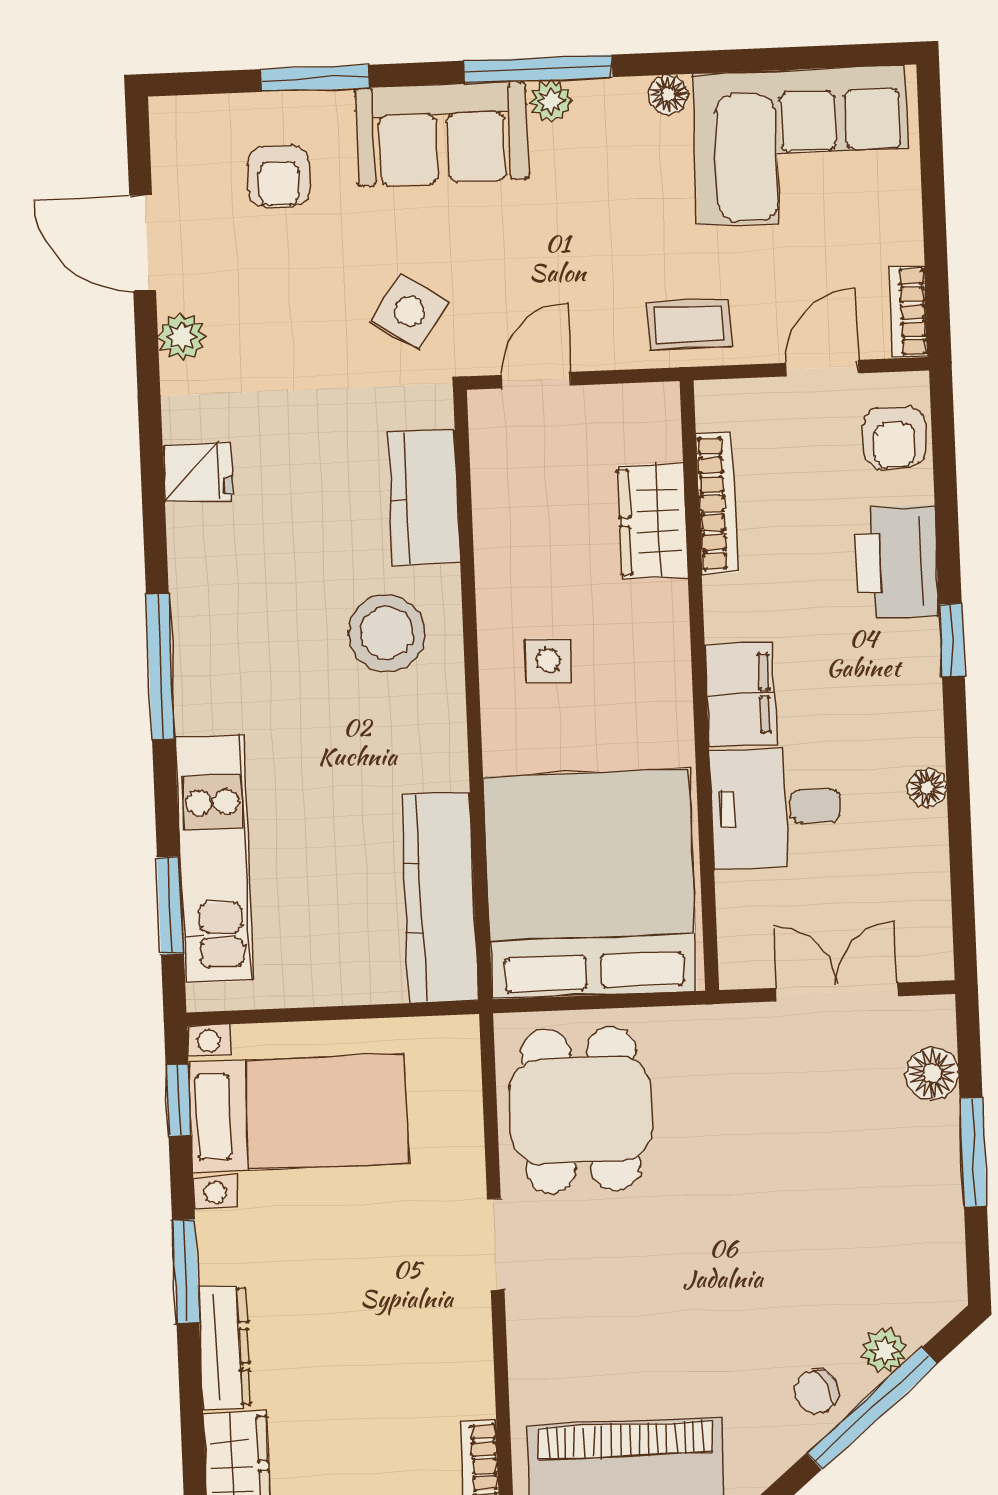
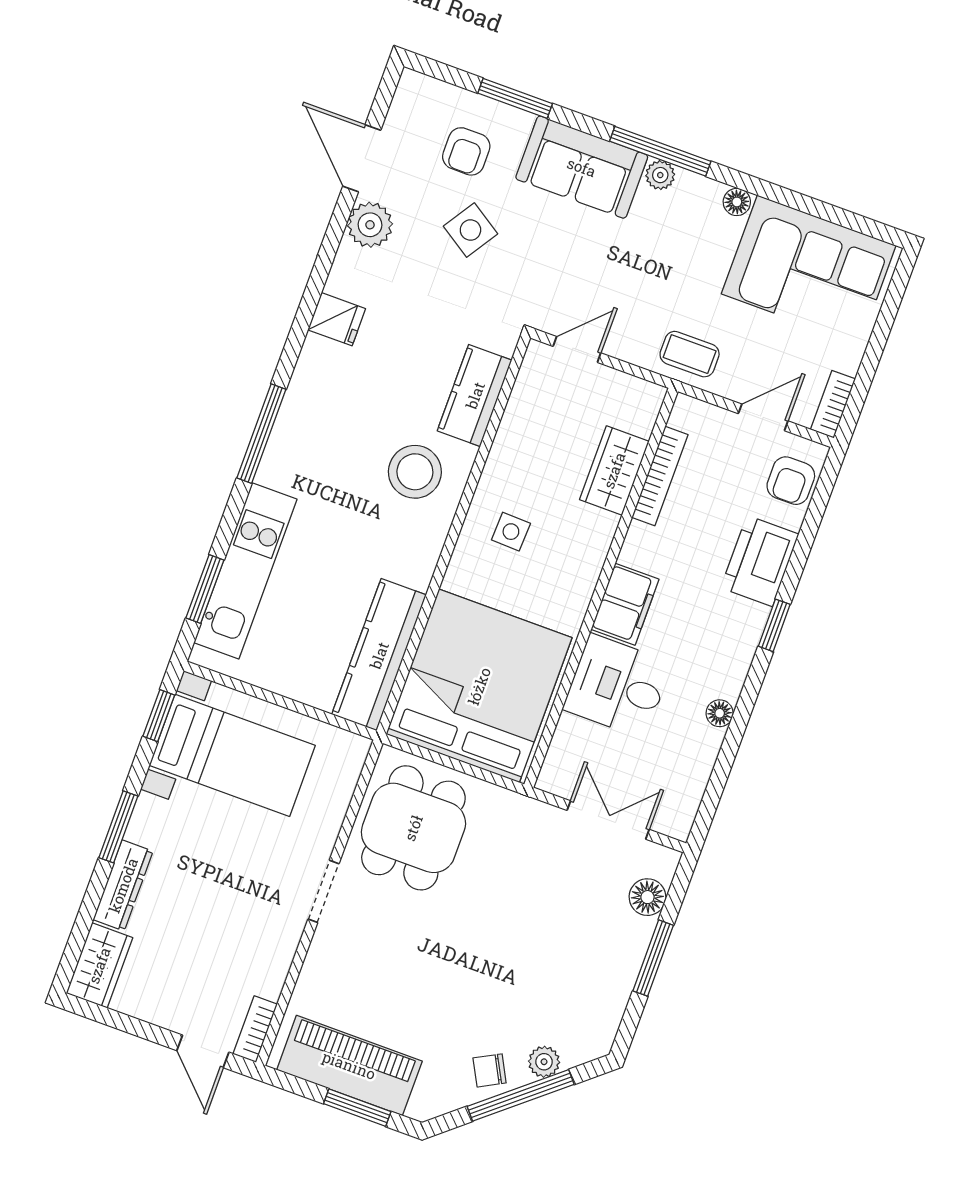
side table: (410, 311) -> (470, 230), moved
plant: (182, 337) -> (370, 225), width x1.38, depth x1.38

